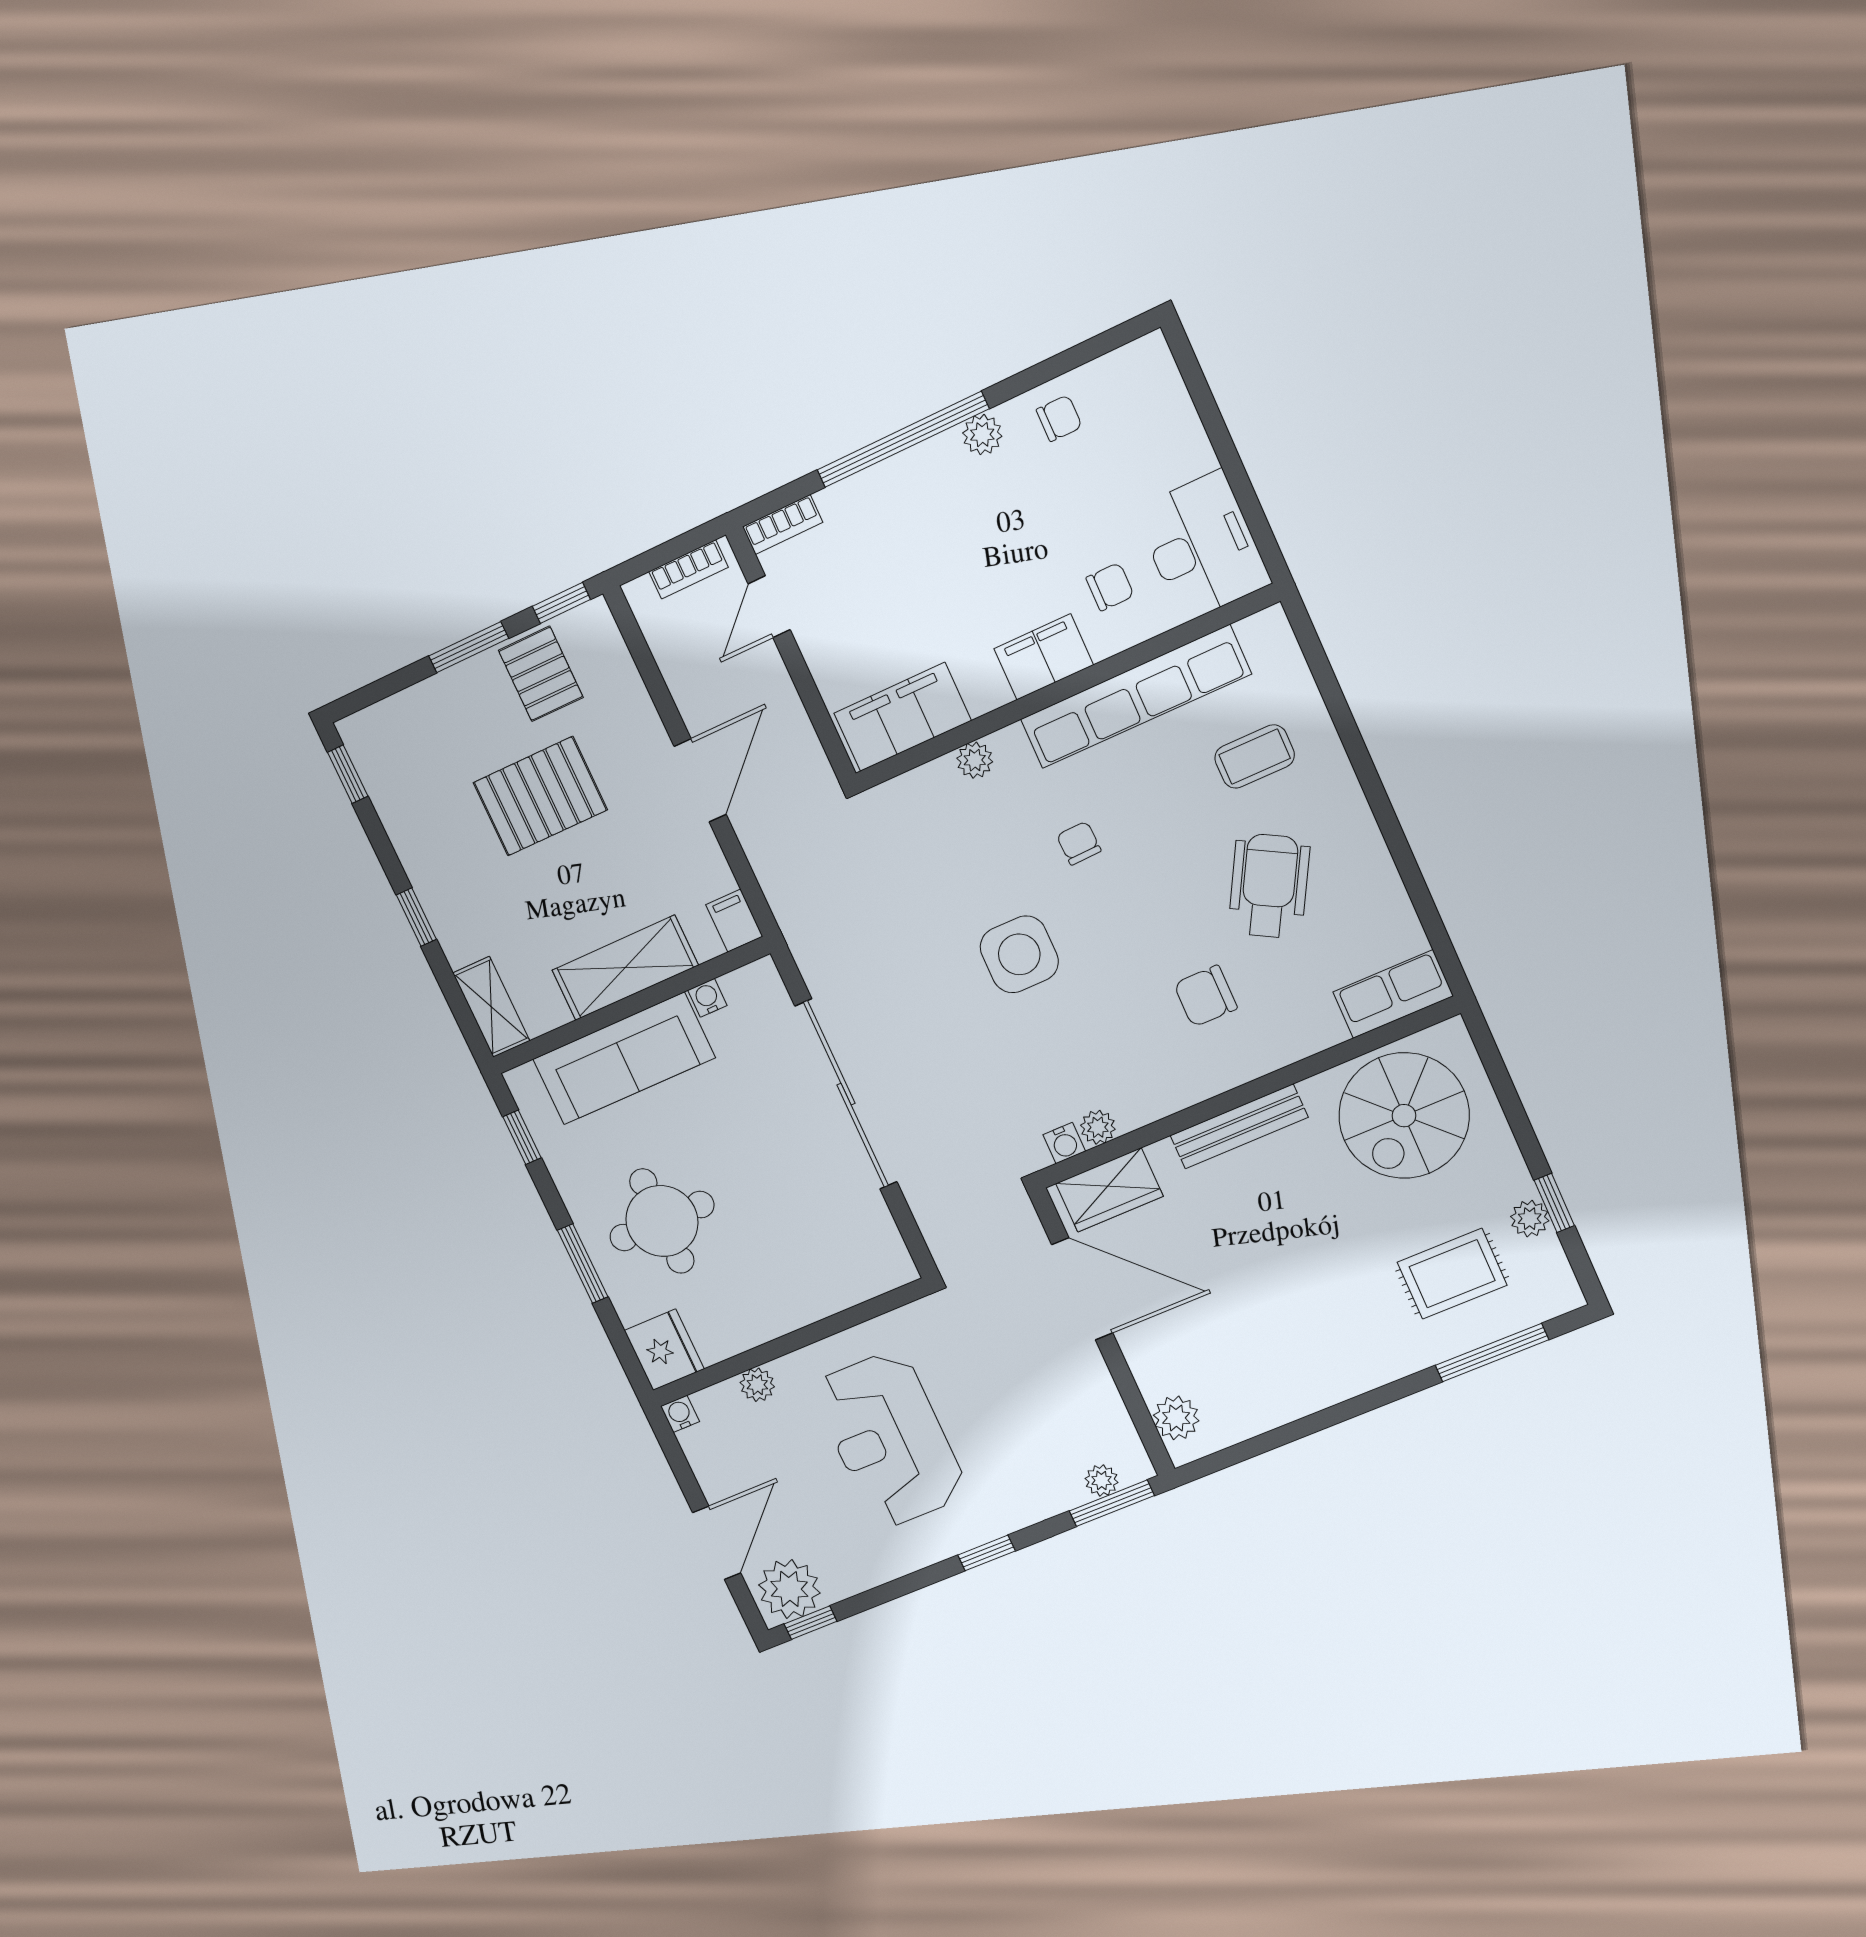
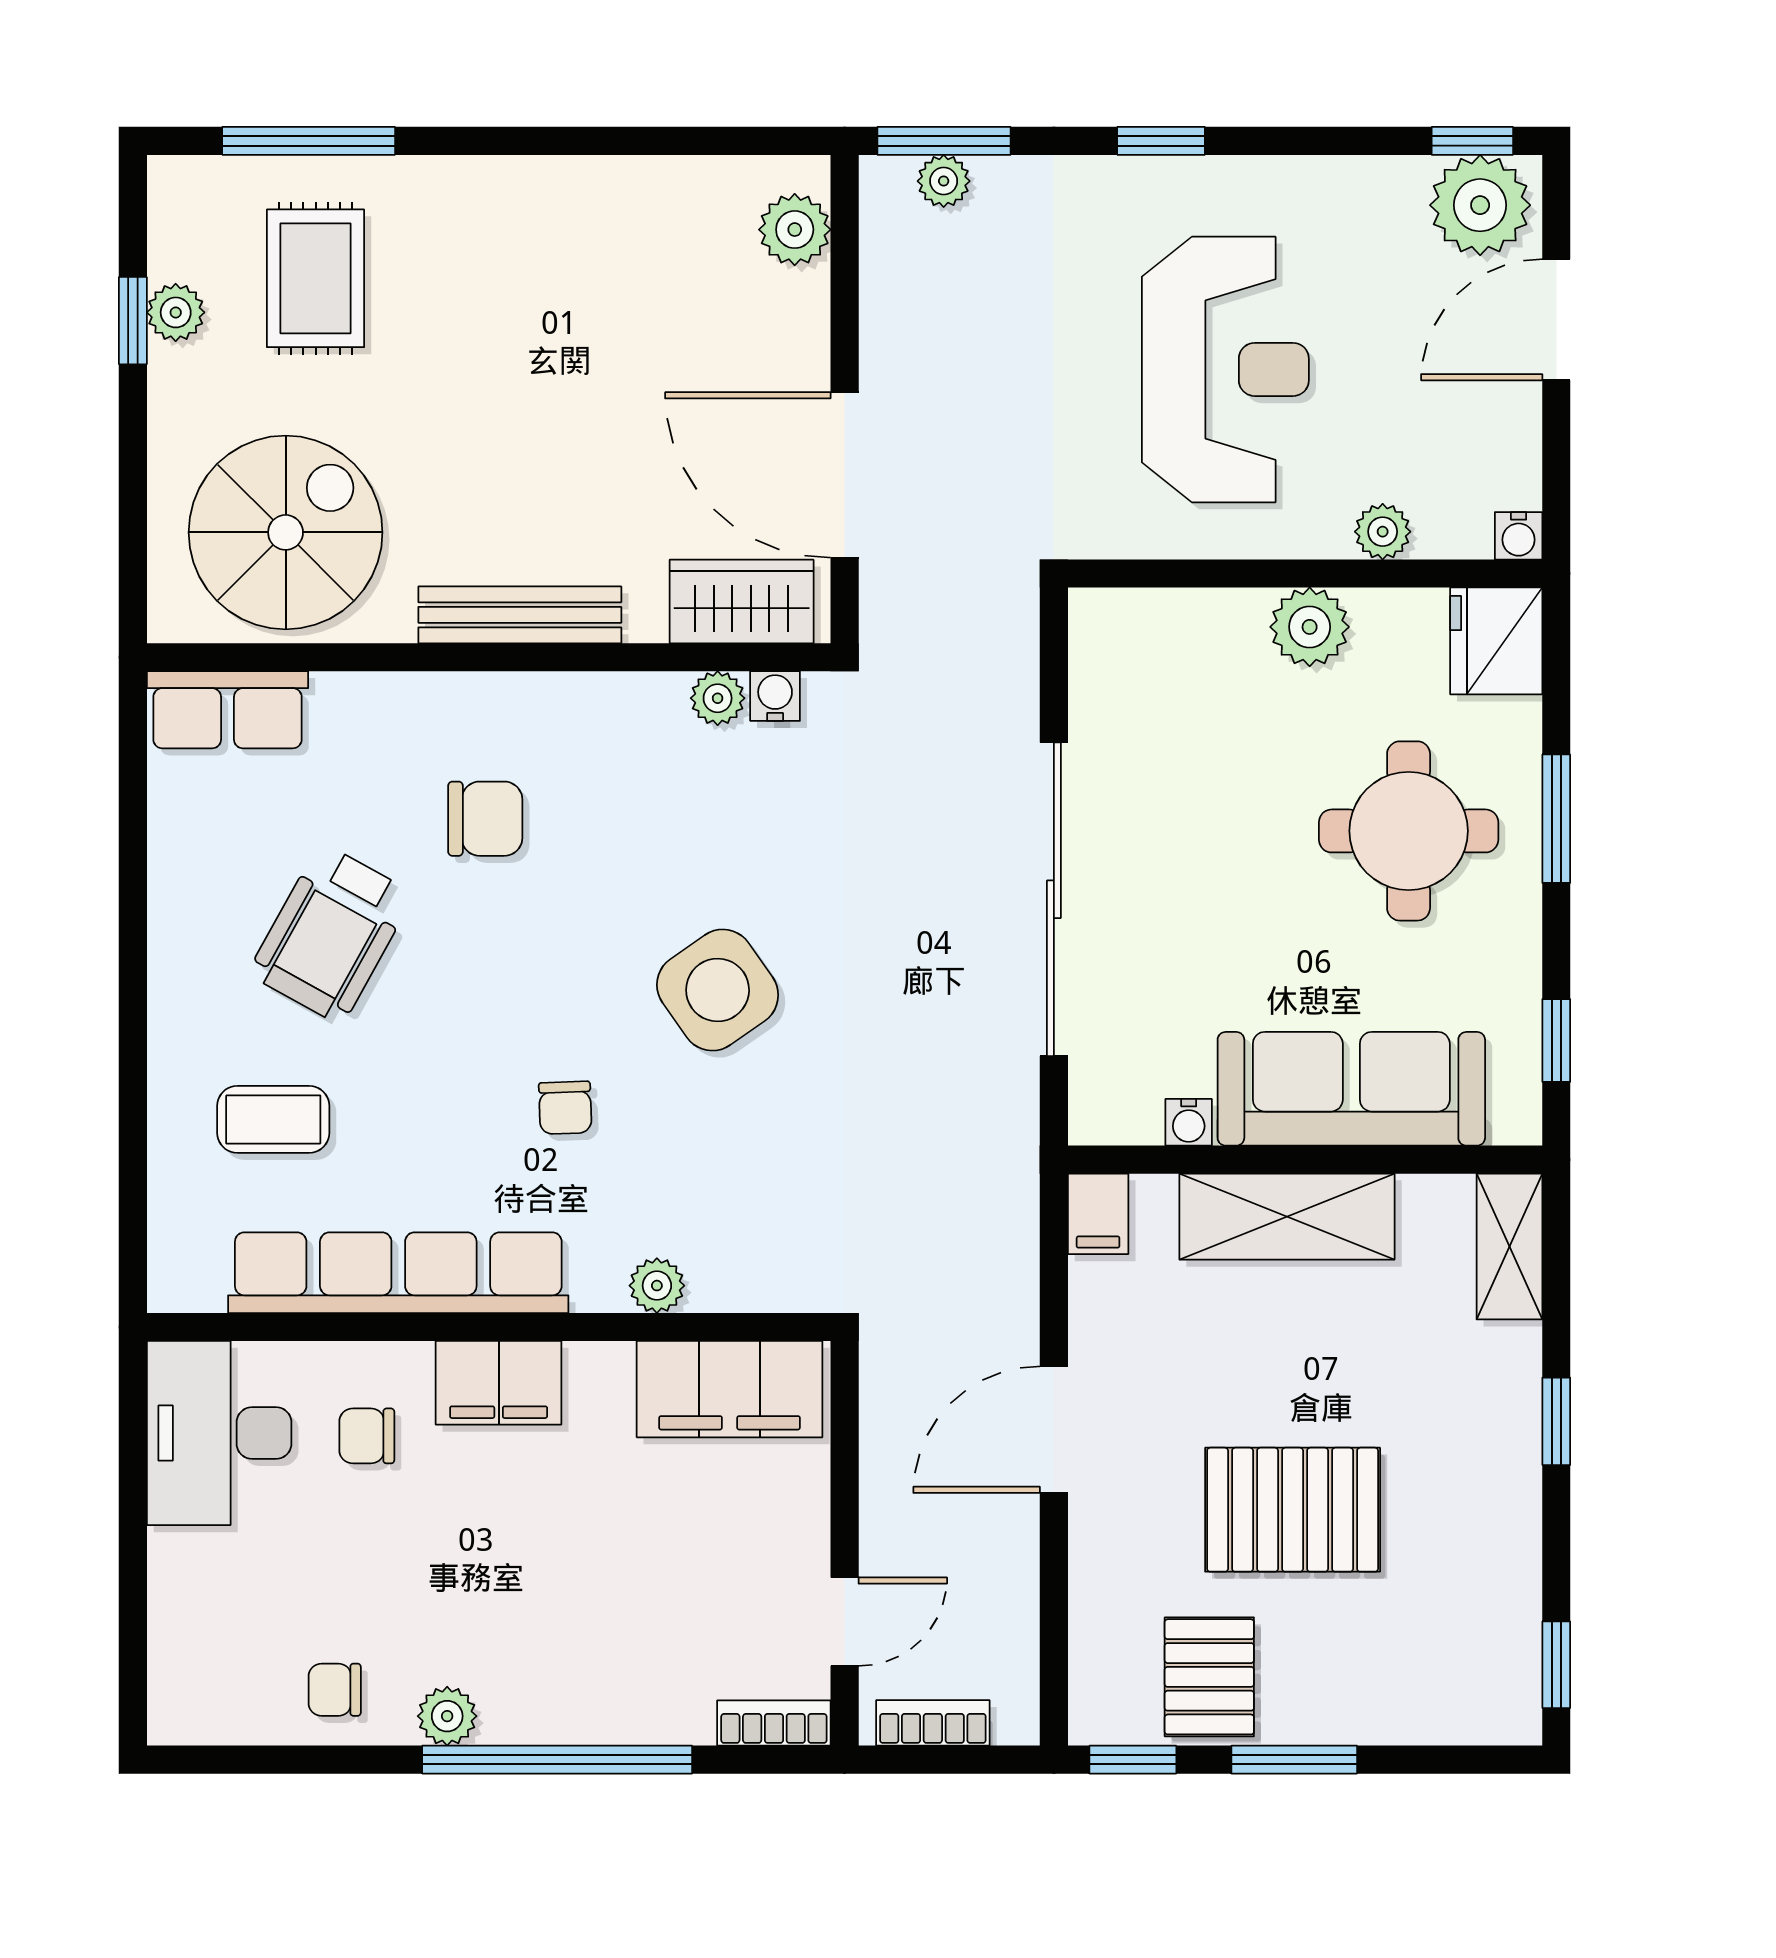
side table: (1019, 954) -> (718, 990), turned -35
rug: (1452, 1274) -> (316, 278), turned 90
plant: (773, 1314) -> (1310, 627), added

